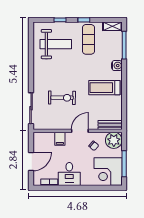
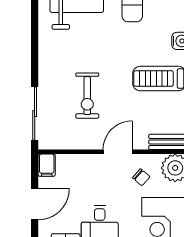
exercise bike: (62, 98) -> (87, 96), turned 89
filing cabinet: (60, 139) -> (47, 165), moved

